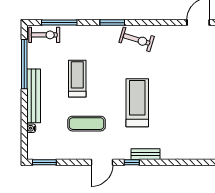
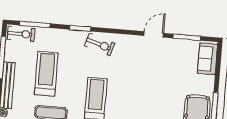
treadmill: (77, 79) -> (46, 74), width x1.37, depth x1.38

